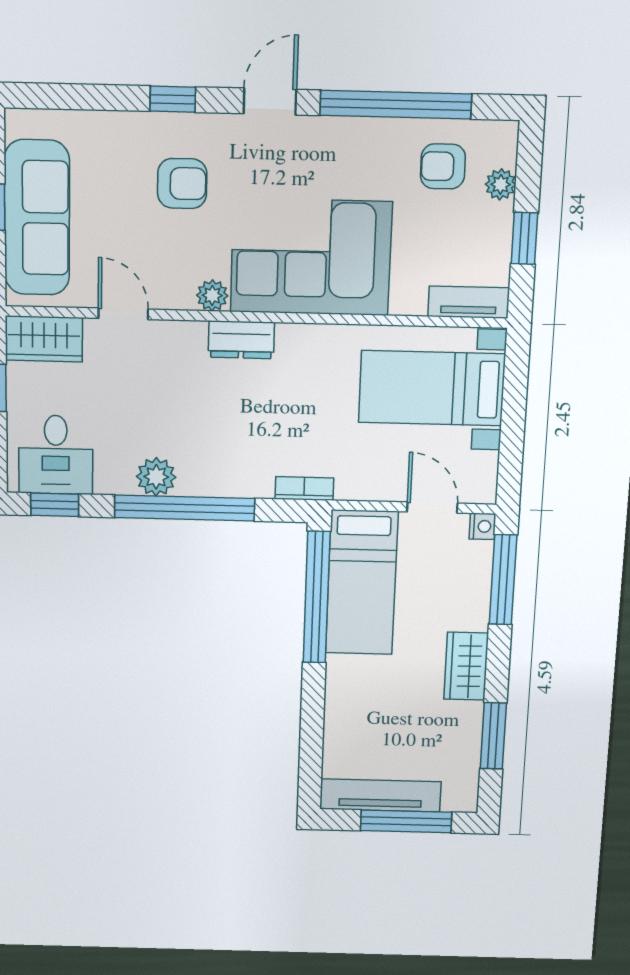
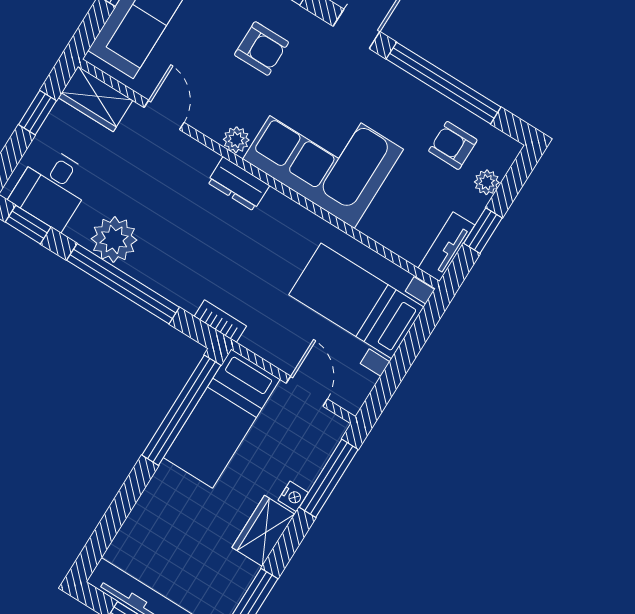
tv unit: (469, 302) -> (446, 247), moved, turned -90
plant: (156, 477) -> (114, 239), width x1.36, depth x1.36
nightstand: (482, 526) -> (293, 496), moved

